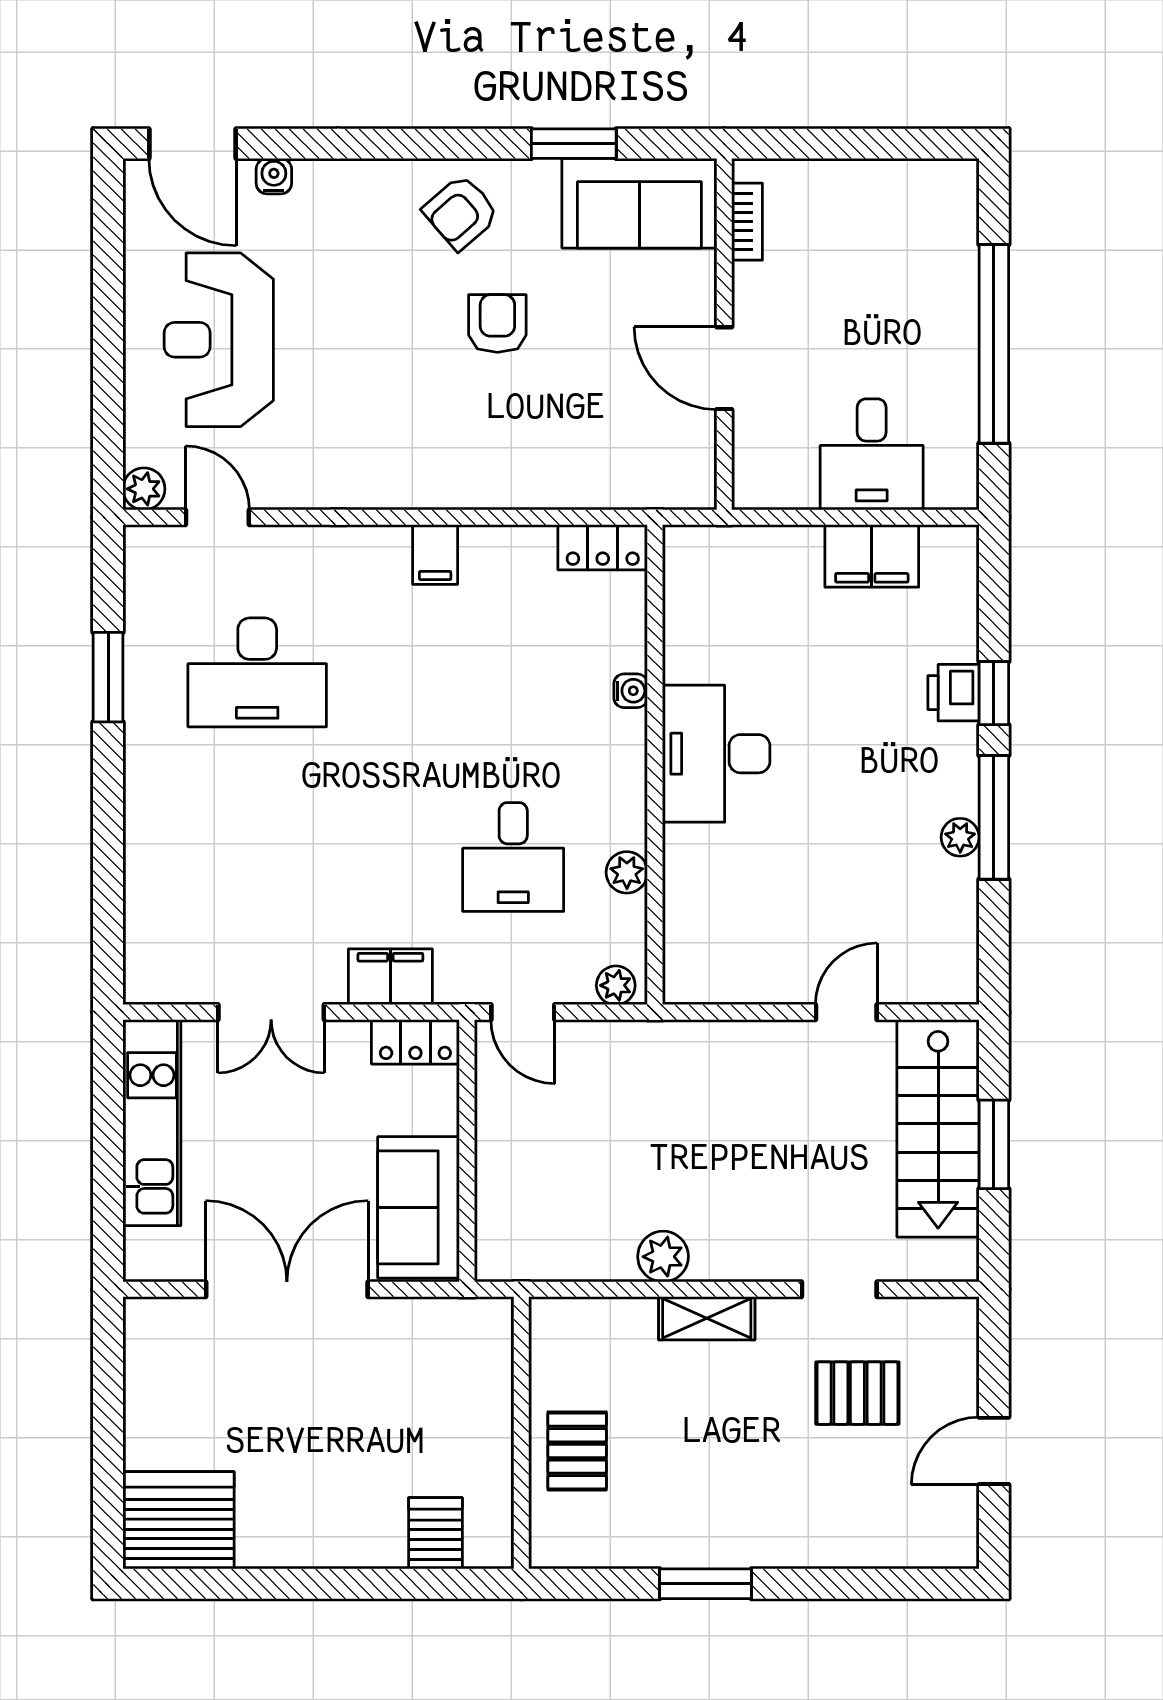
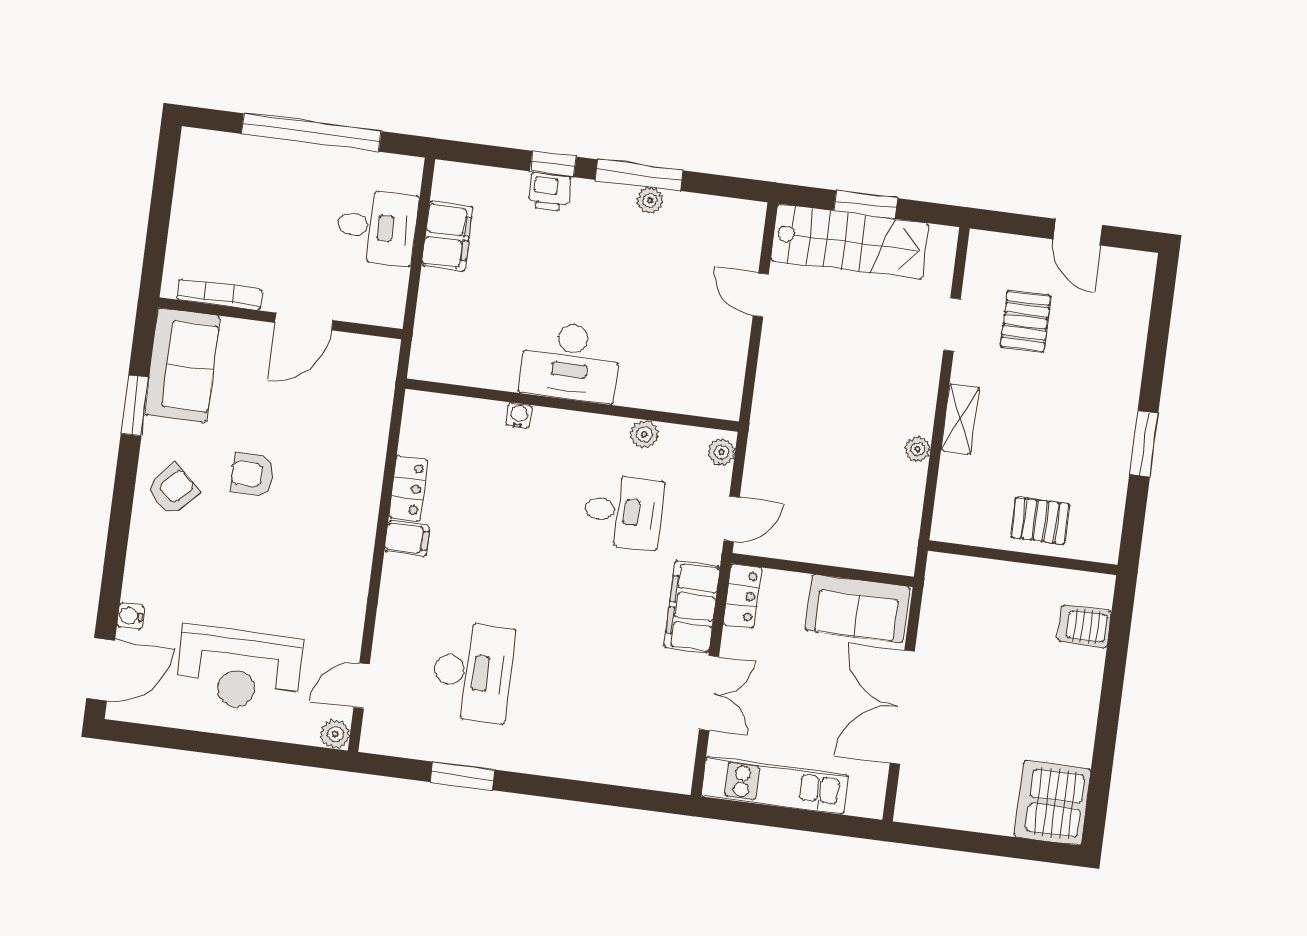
armchair: (461, 212) -> (172, 490), turned -95
bookcase: (747, 222) -> (219, 294), width x1.56
locker: (603, 547) -> (408, 488), moved
filing cabinet: (390, 977) -> (692, 607), width x1.50, depth x1.17
plant: (663, 1257) -> (918, 449), width x0.73, depth x0.73

